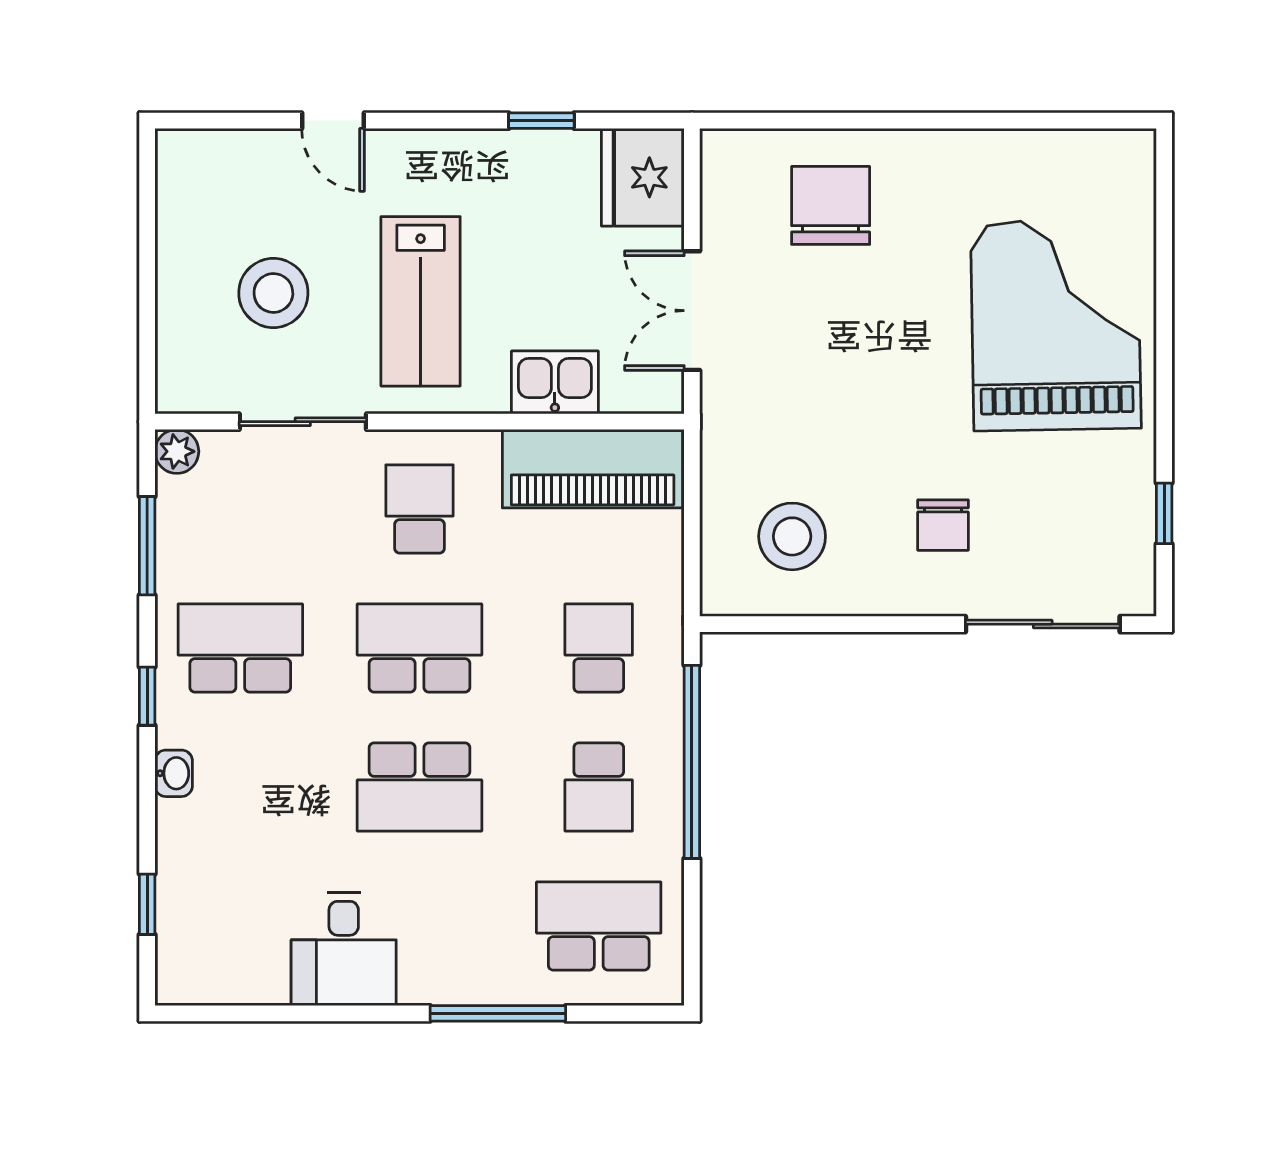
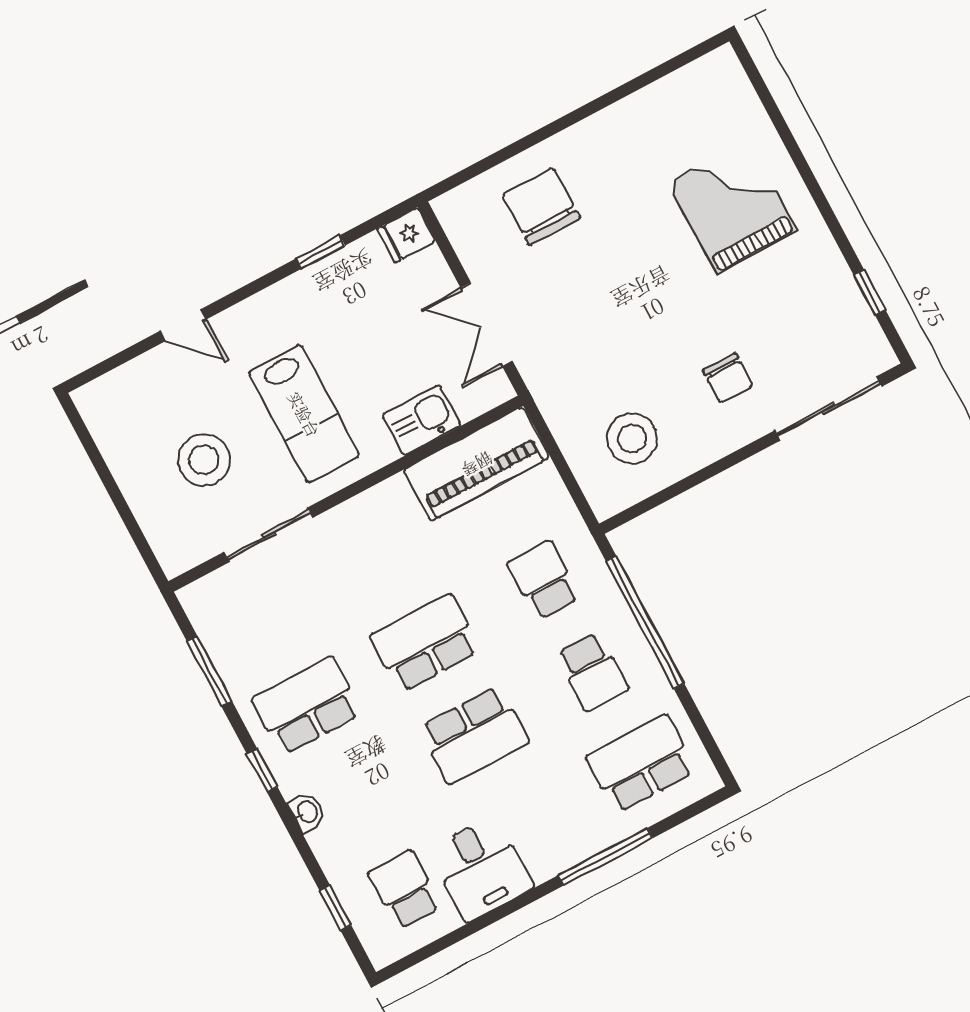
fridge: (643, 177) -> (406, 235), width x0.53, depth x0.75
grand piano: (1056, 325) -> (732, 206), width x0.73, depth x0.68
plant: (177, 451) -> (196, 598), removed
school desk: (419, 509) -> (404, 890), moved

